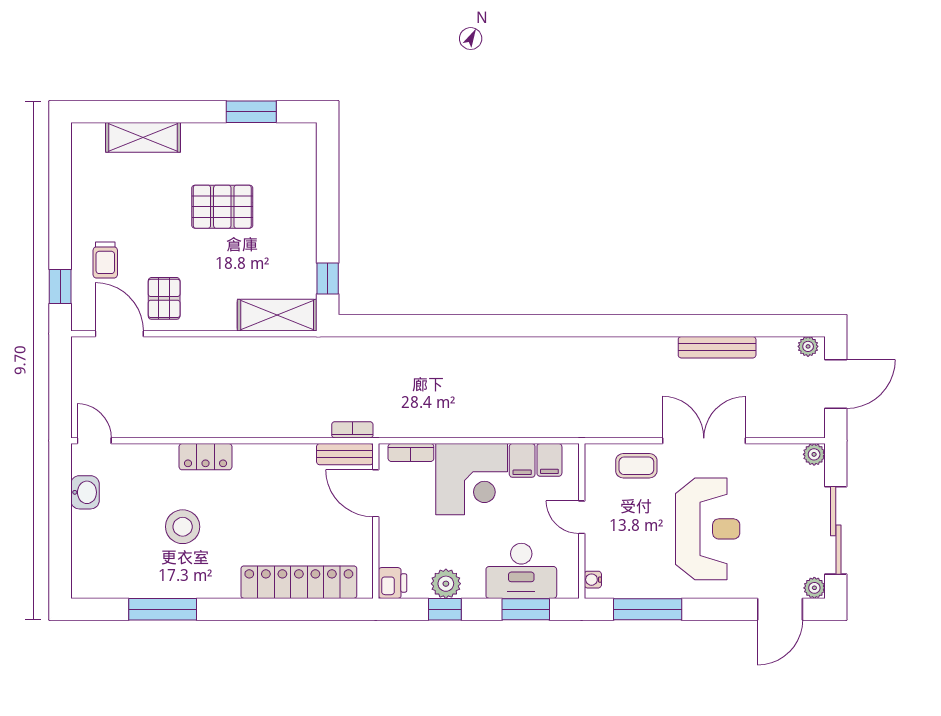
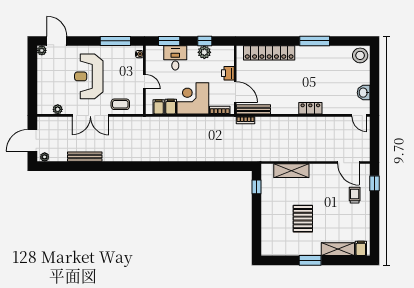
window: (251, 112) -> (310, 260), moved
filing cabinet: (91, 139) -> (361, 248), added
pallet: (222, 207) -> (303, 219), turned 90
pallet: (164, 298) -> (329, 178), removed
shelving: (277, 315) -> (291, 171), moved
bench: (345, 454) -> (253, 109), width x1.36
plant: (814, 454) -> (58, 109), moved
stool: (183, 527) -> (360, 55), moved
sliding door: (836, 530) -> (32, 76), removed
desk: (521, 571) -> (175, 58), width x0.73
printer: (393, 583) -> (228, 73), moved
window: (163, 609) -> (315, 41), moved
door: (780, 609) -> (57, 41), hinge flipped

